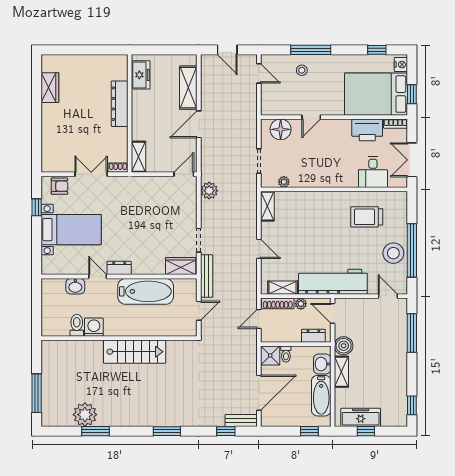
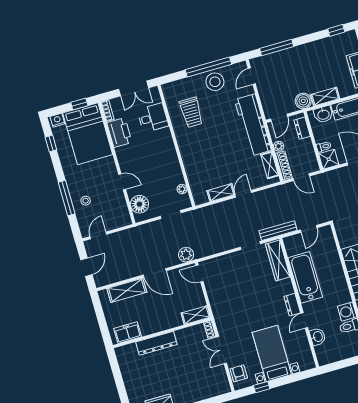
plant: (209, 191) -> (186, 255), moved
shelving: (267, 206) -> (221, 193), moved
wardrobe: (181, 266) -> (278, 261), width x1.50
door: (199, 311) -> (309, 229), swing flipped

